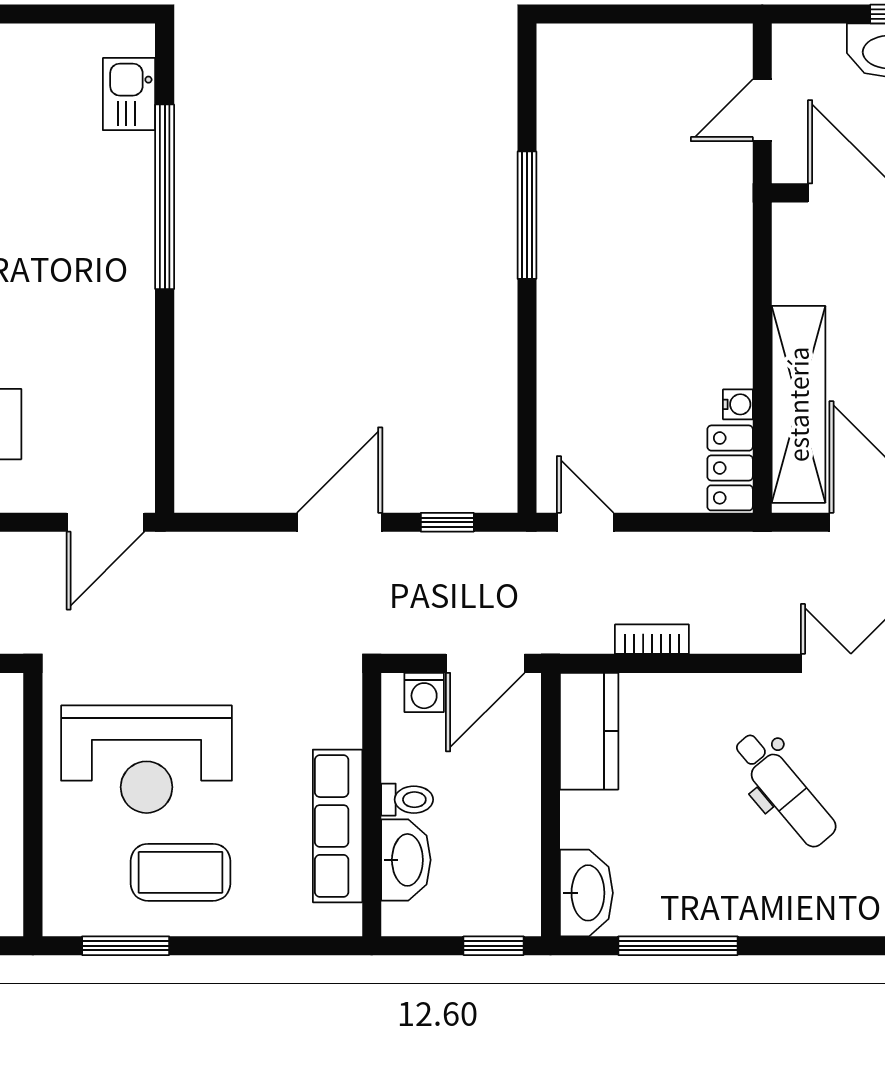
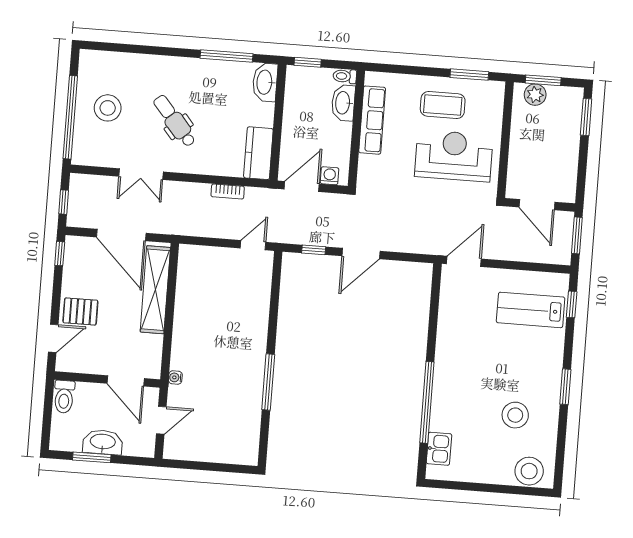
water cooler: (738, 404) -> (175, 377), moved
locker: (730, 468) -> (187, 264), removed
door: (585, 522) -> (253, 245), swing flipped
toilet: (407, 800) -> (345, 76), moved

